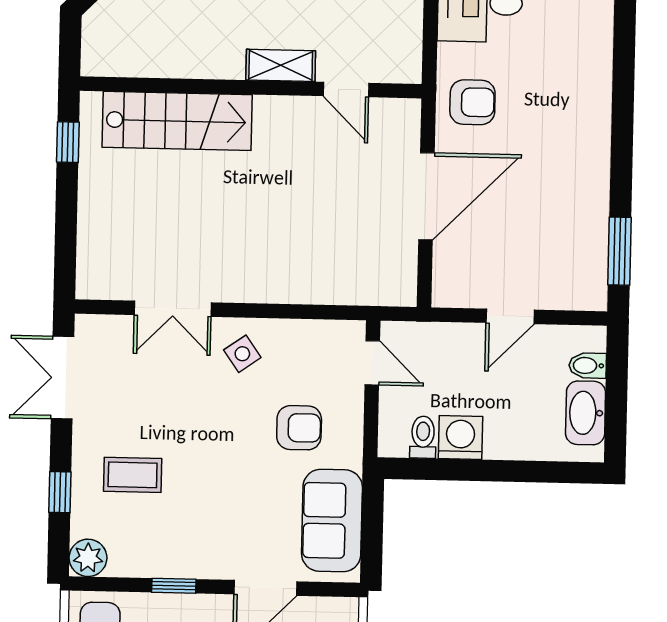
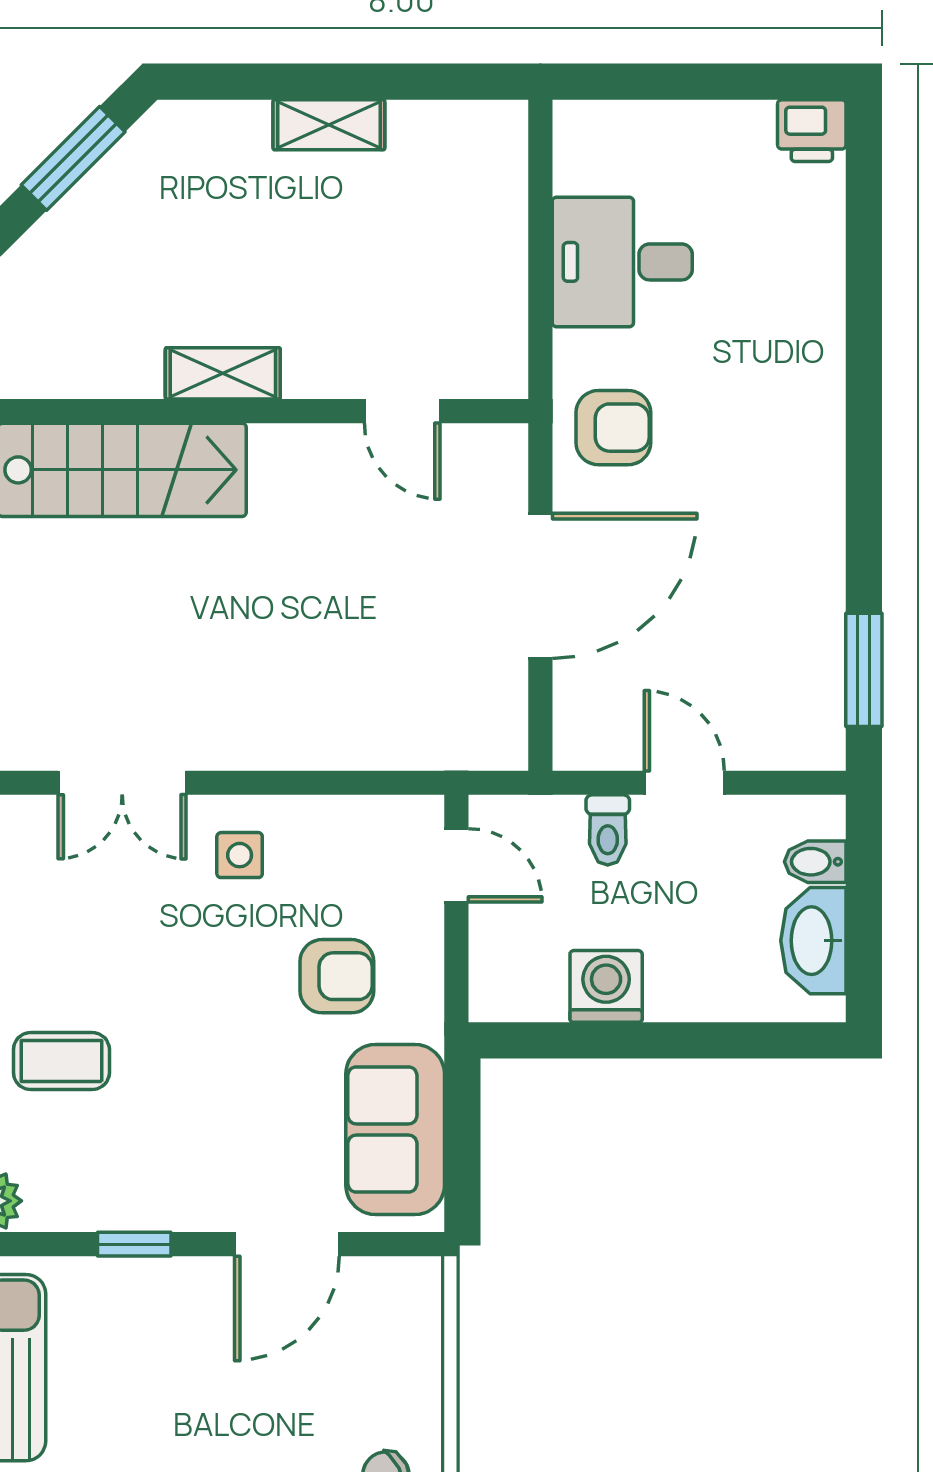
shelving: (281, 65) -> (223, 373), moved
door: (510, 316) -> (684, 783), swing flipped
side table: (242, 354) -> (240, 855), turned 35
toilet: (423, 437) -> (608, 830), moved, turned 180

